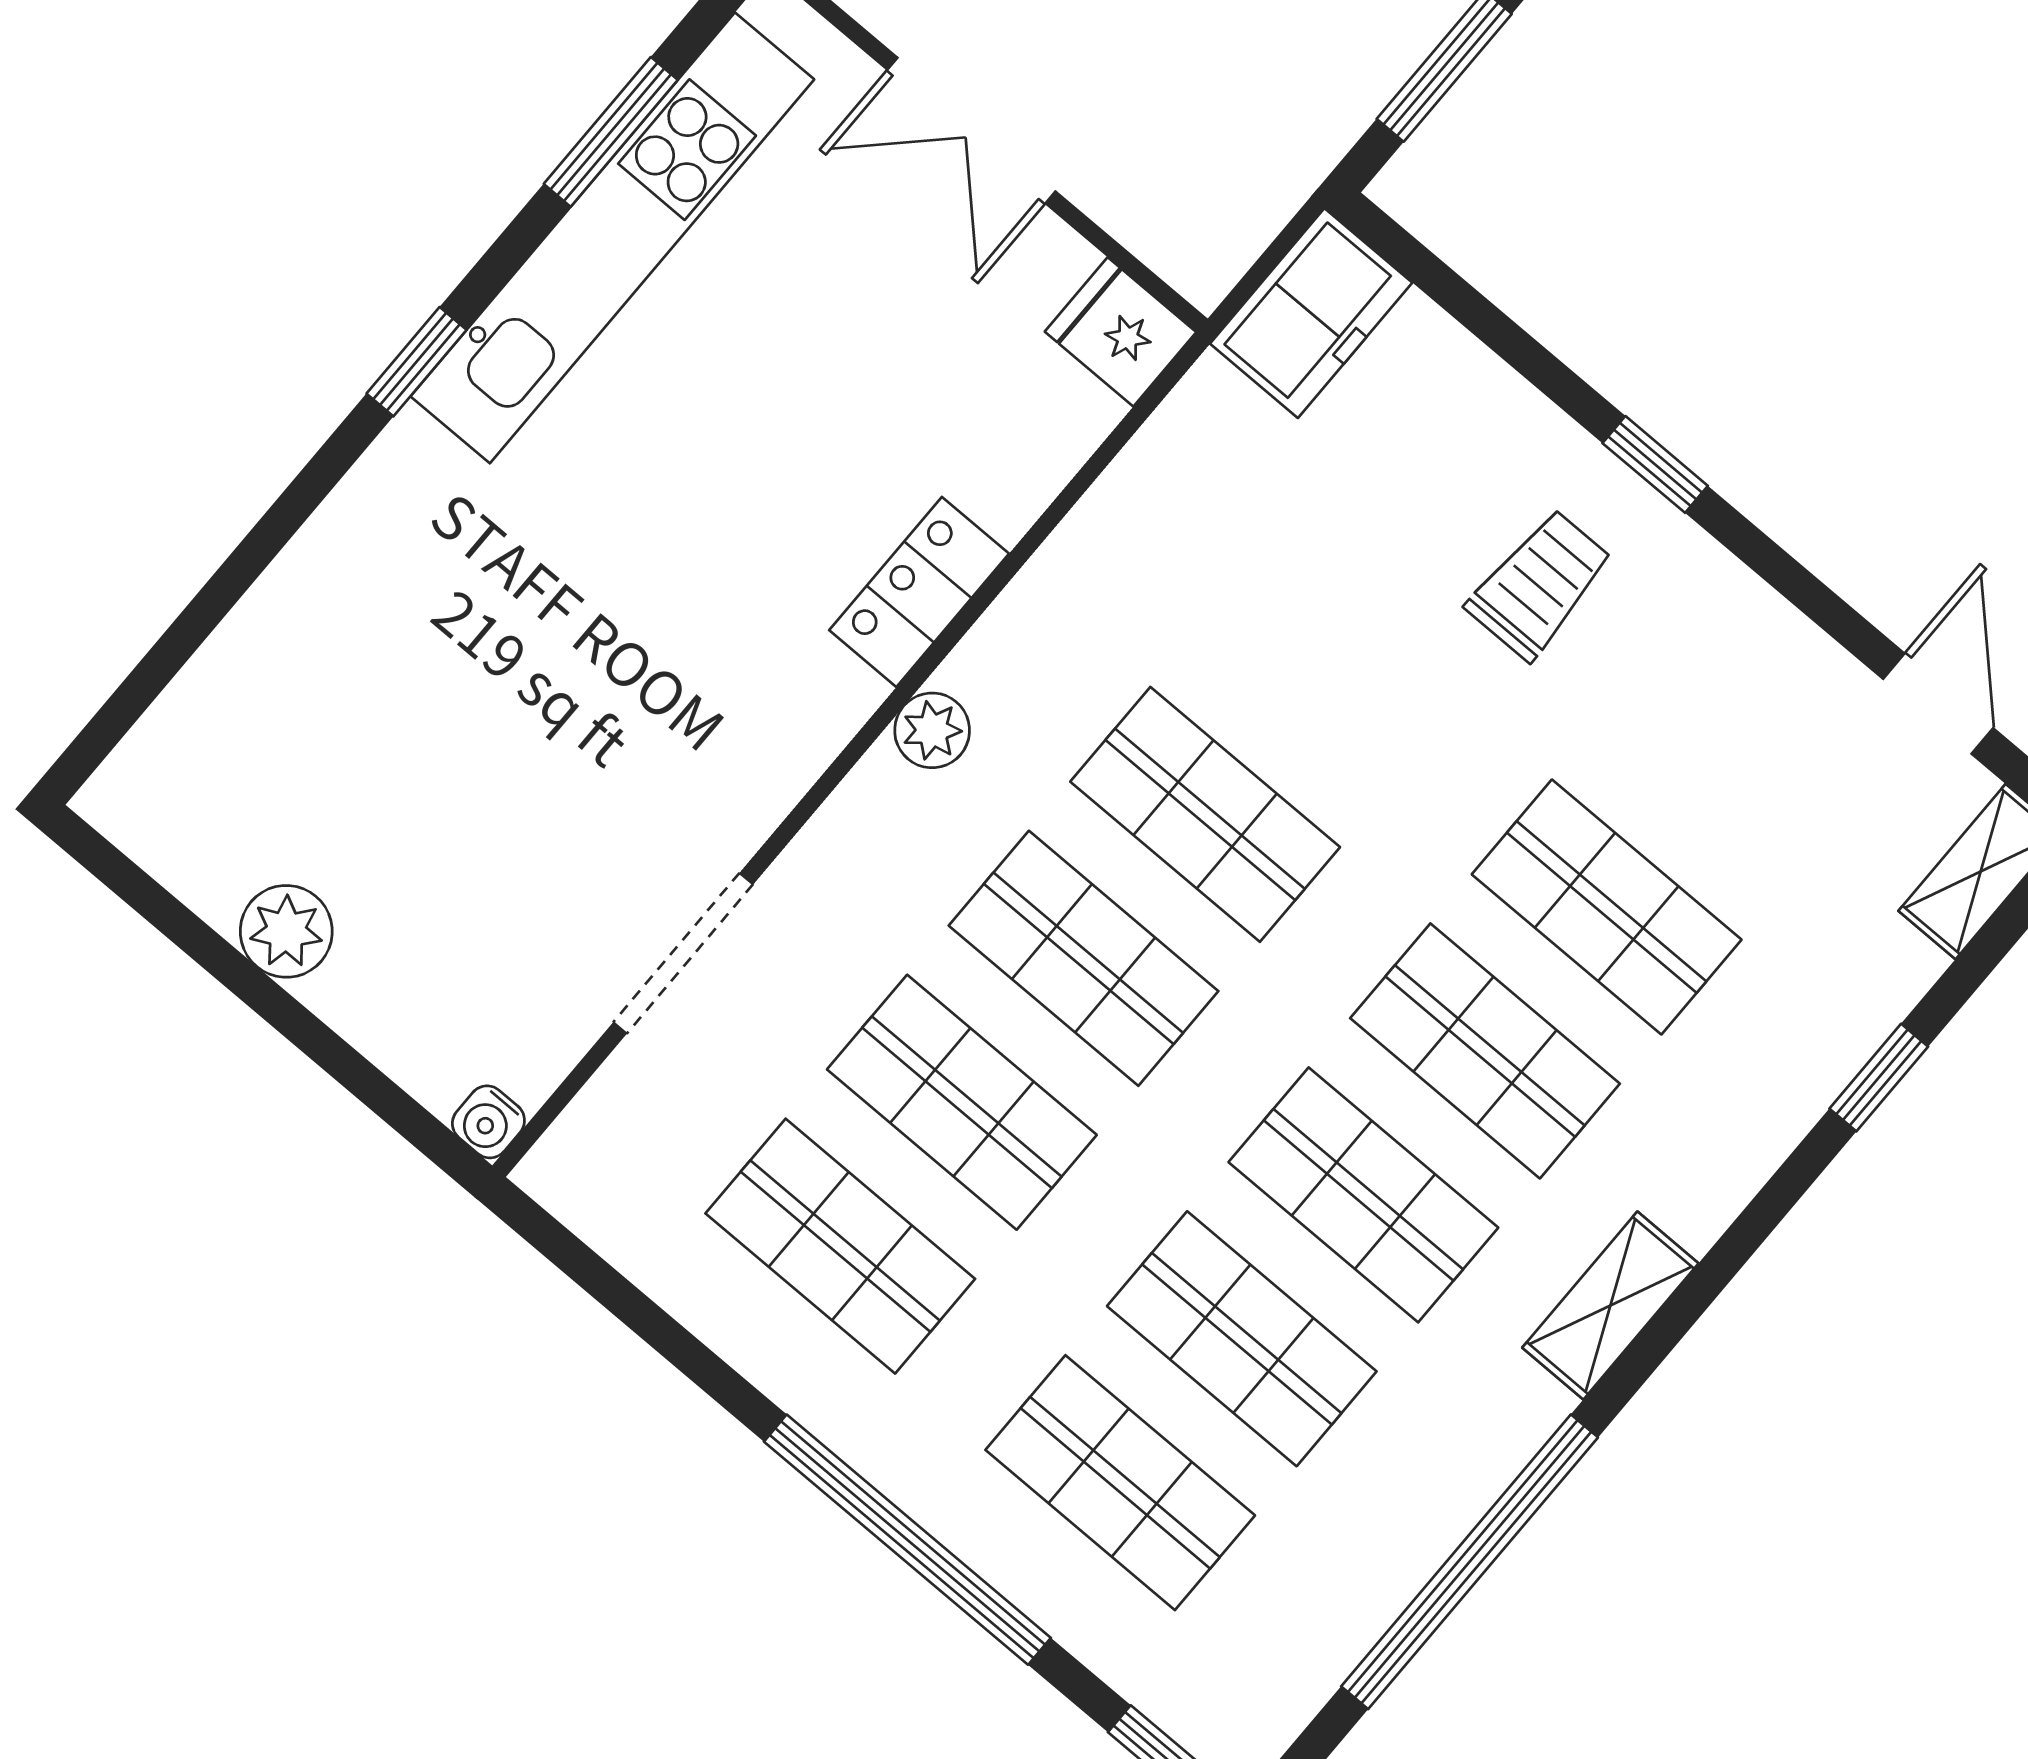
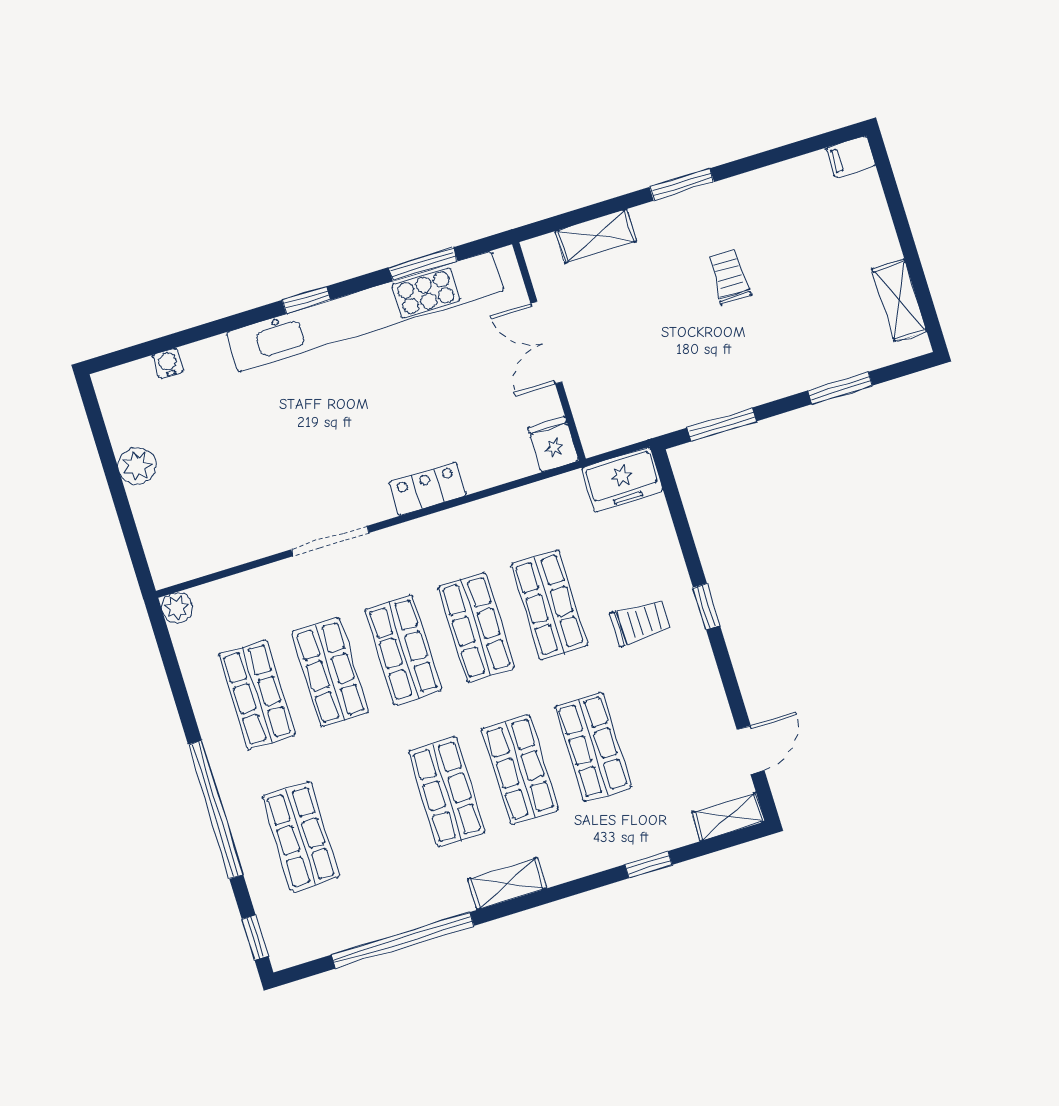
kitchen unit: (612, 238) -> (365, 312), width x1.36
plant: (932, 730) -> (177, 608), moved
doorway: (683, 953) -> (330, 541), moved
water cooler: (488, 1122) -> (168, 363), moved, turned 90
shop shelf: (1242, 1339) -> (549, 605), moved

